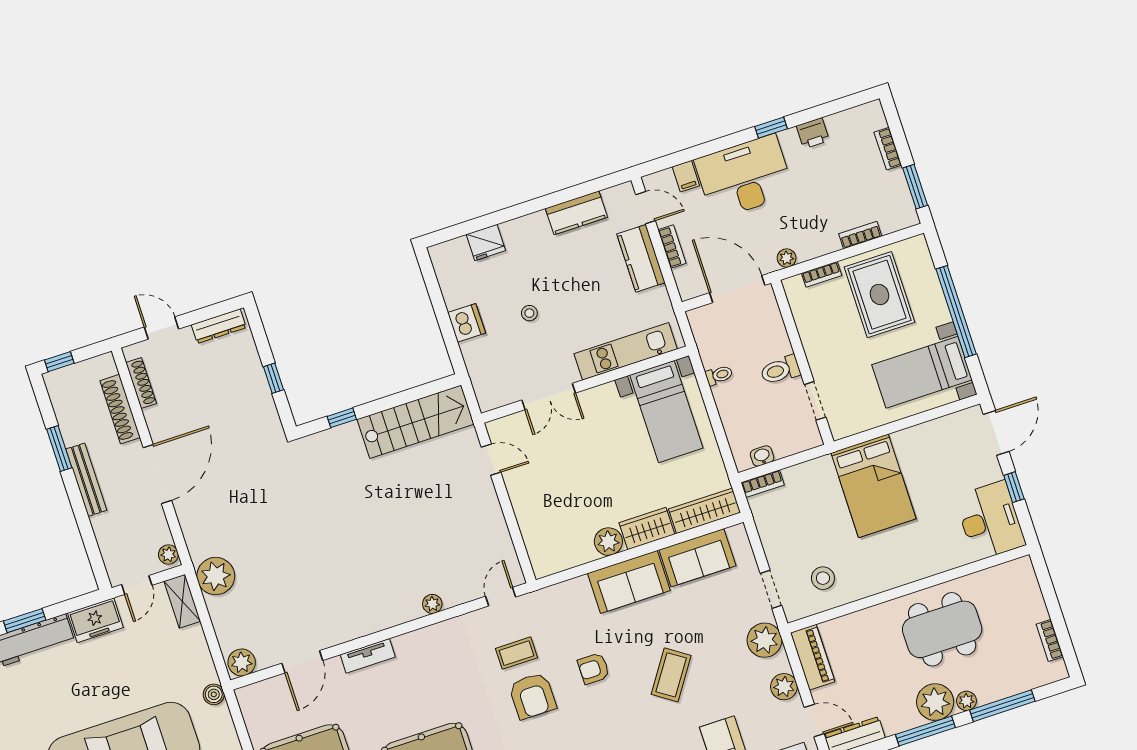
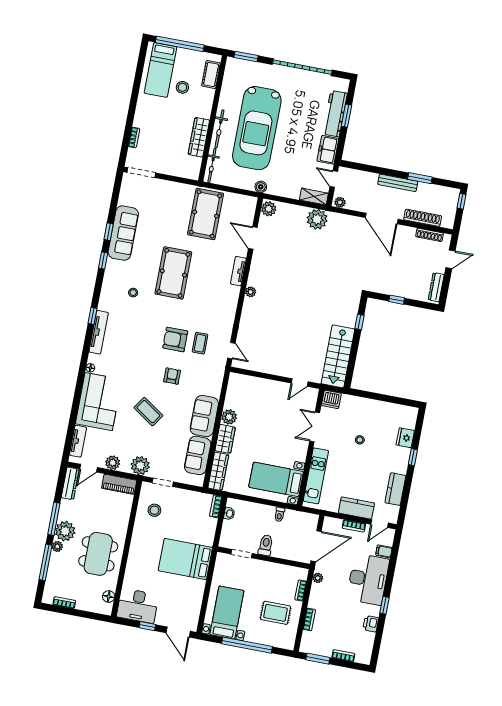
window: (510, 213) -> (413, 457), added
rug: (879, 295) -> (276, 613), width x0.73, depth x0.70
dishwasher: (467, 323) -> (331, 399), moved
floor lamp: (1001, 575) -> (109, 597), added
plant: (432, 604) -> (251, 292), moved

